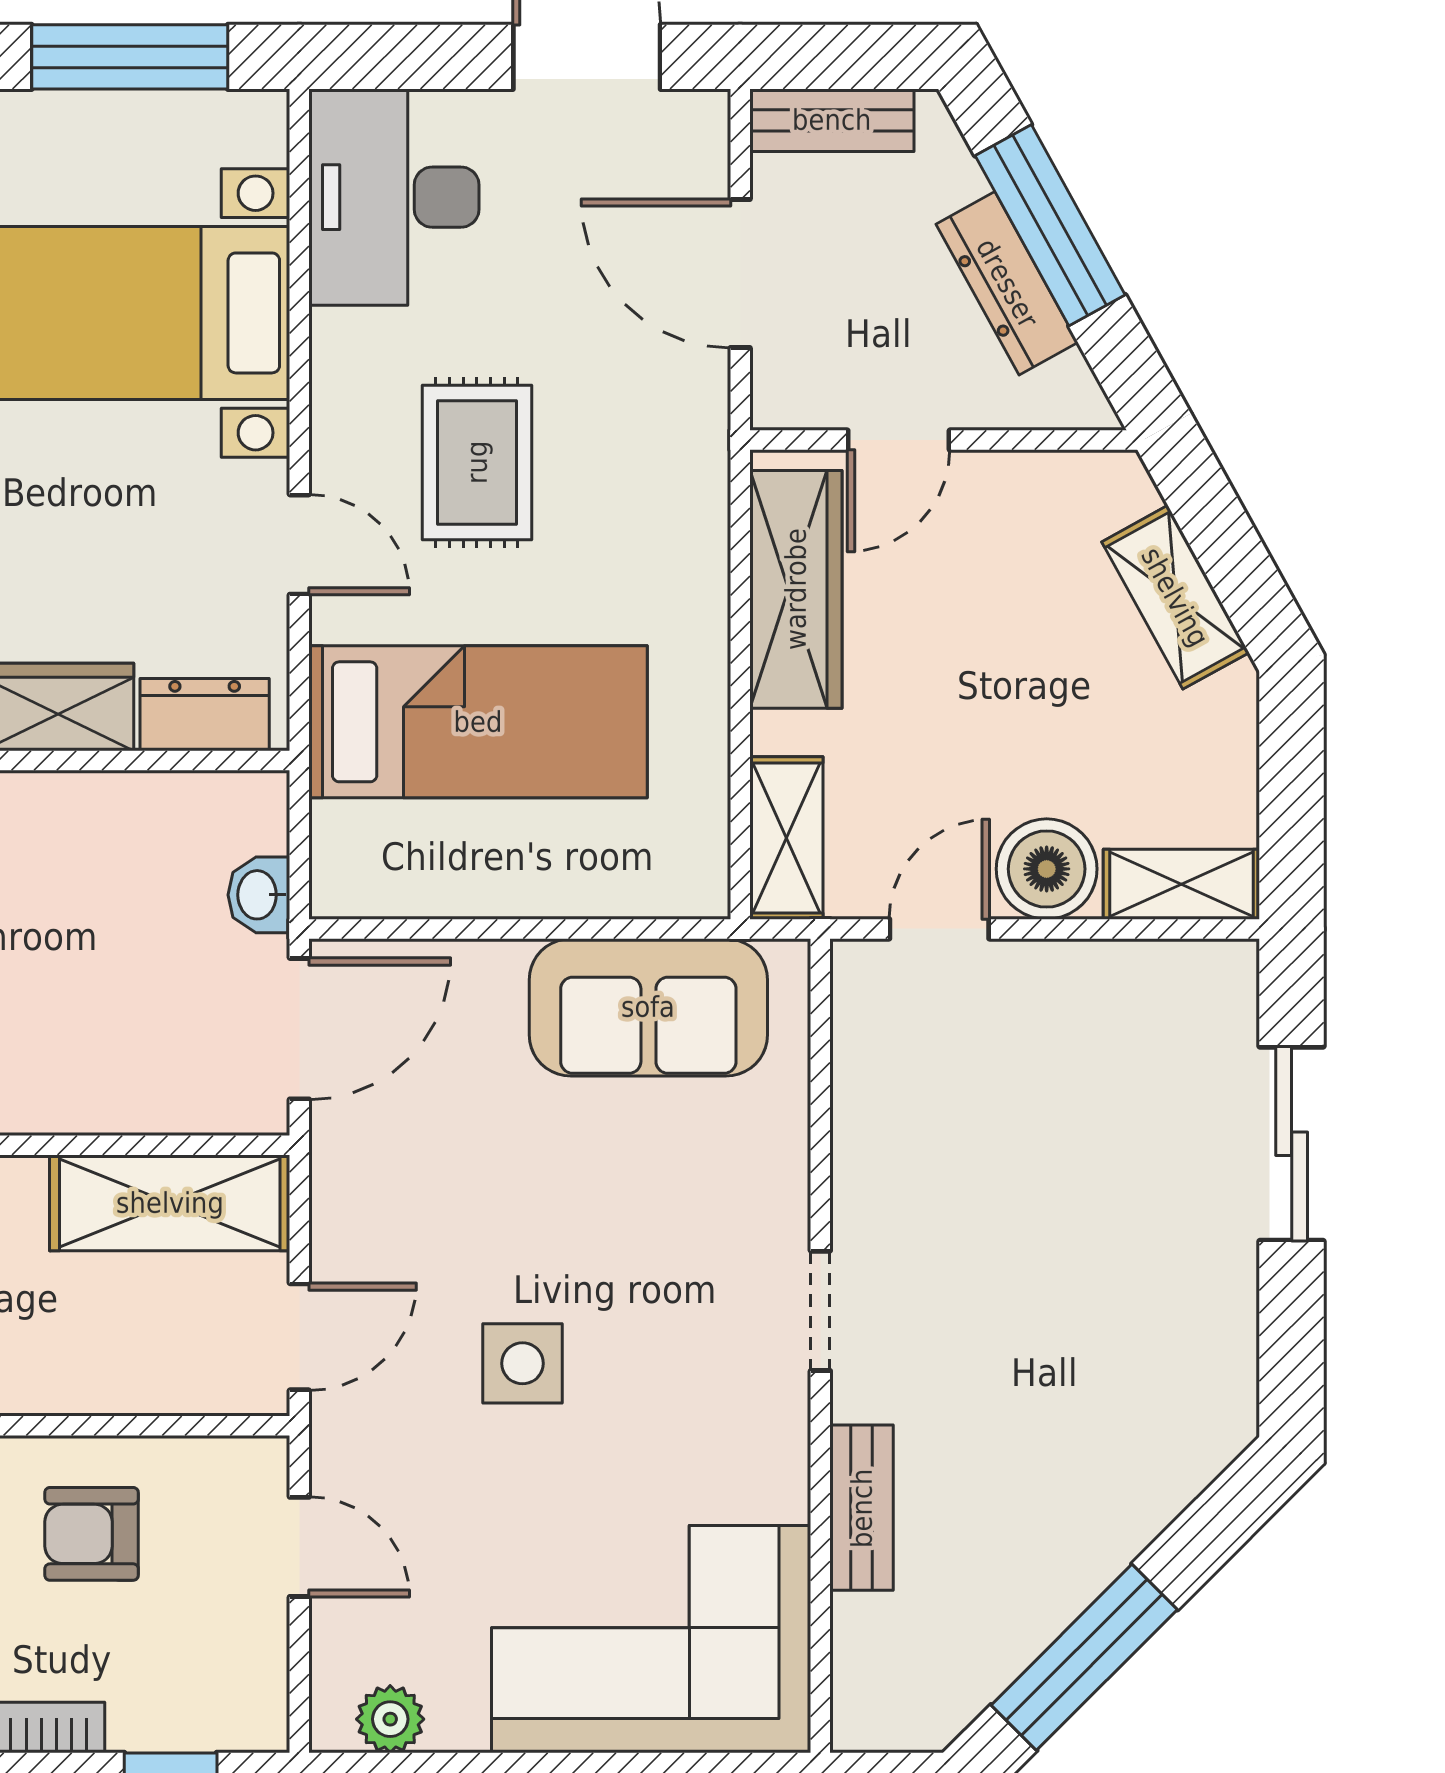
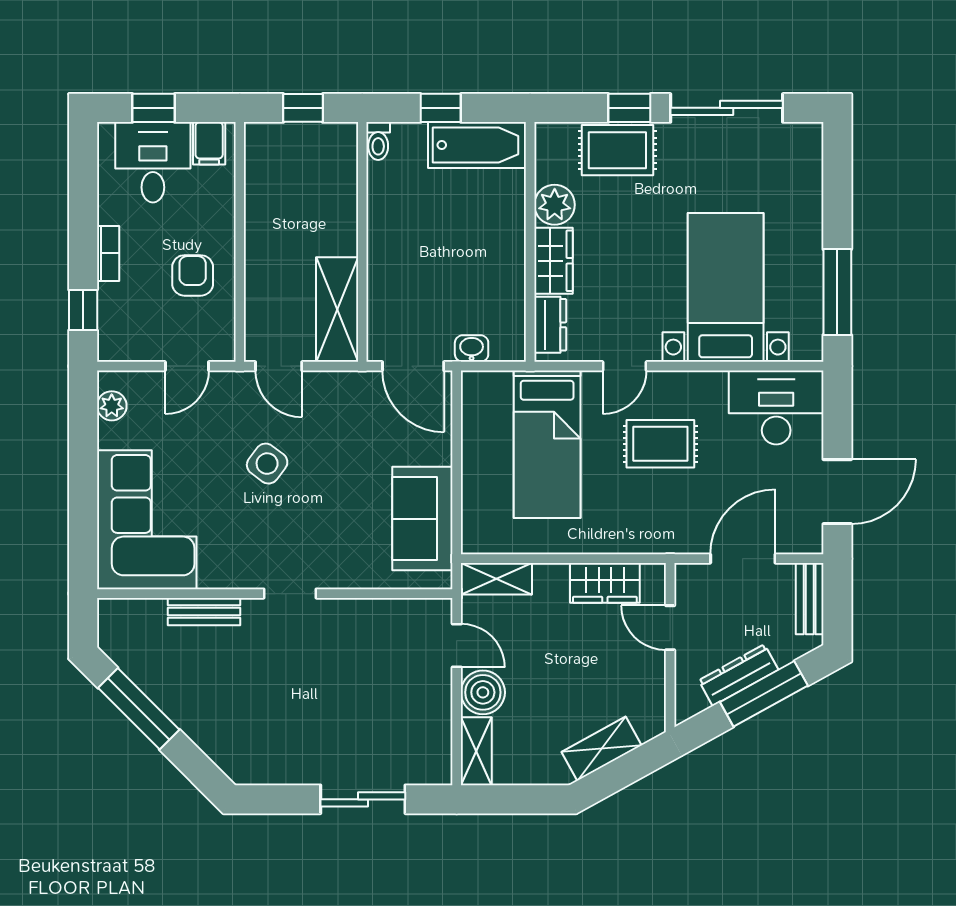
wardrobe: (796, 589) -> (605, 583), width x0.67
side table: (522, 1363) -> (267, 464), turned 37

